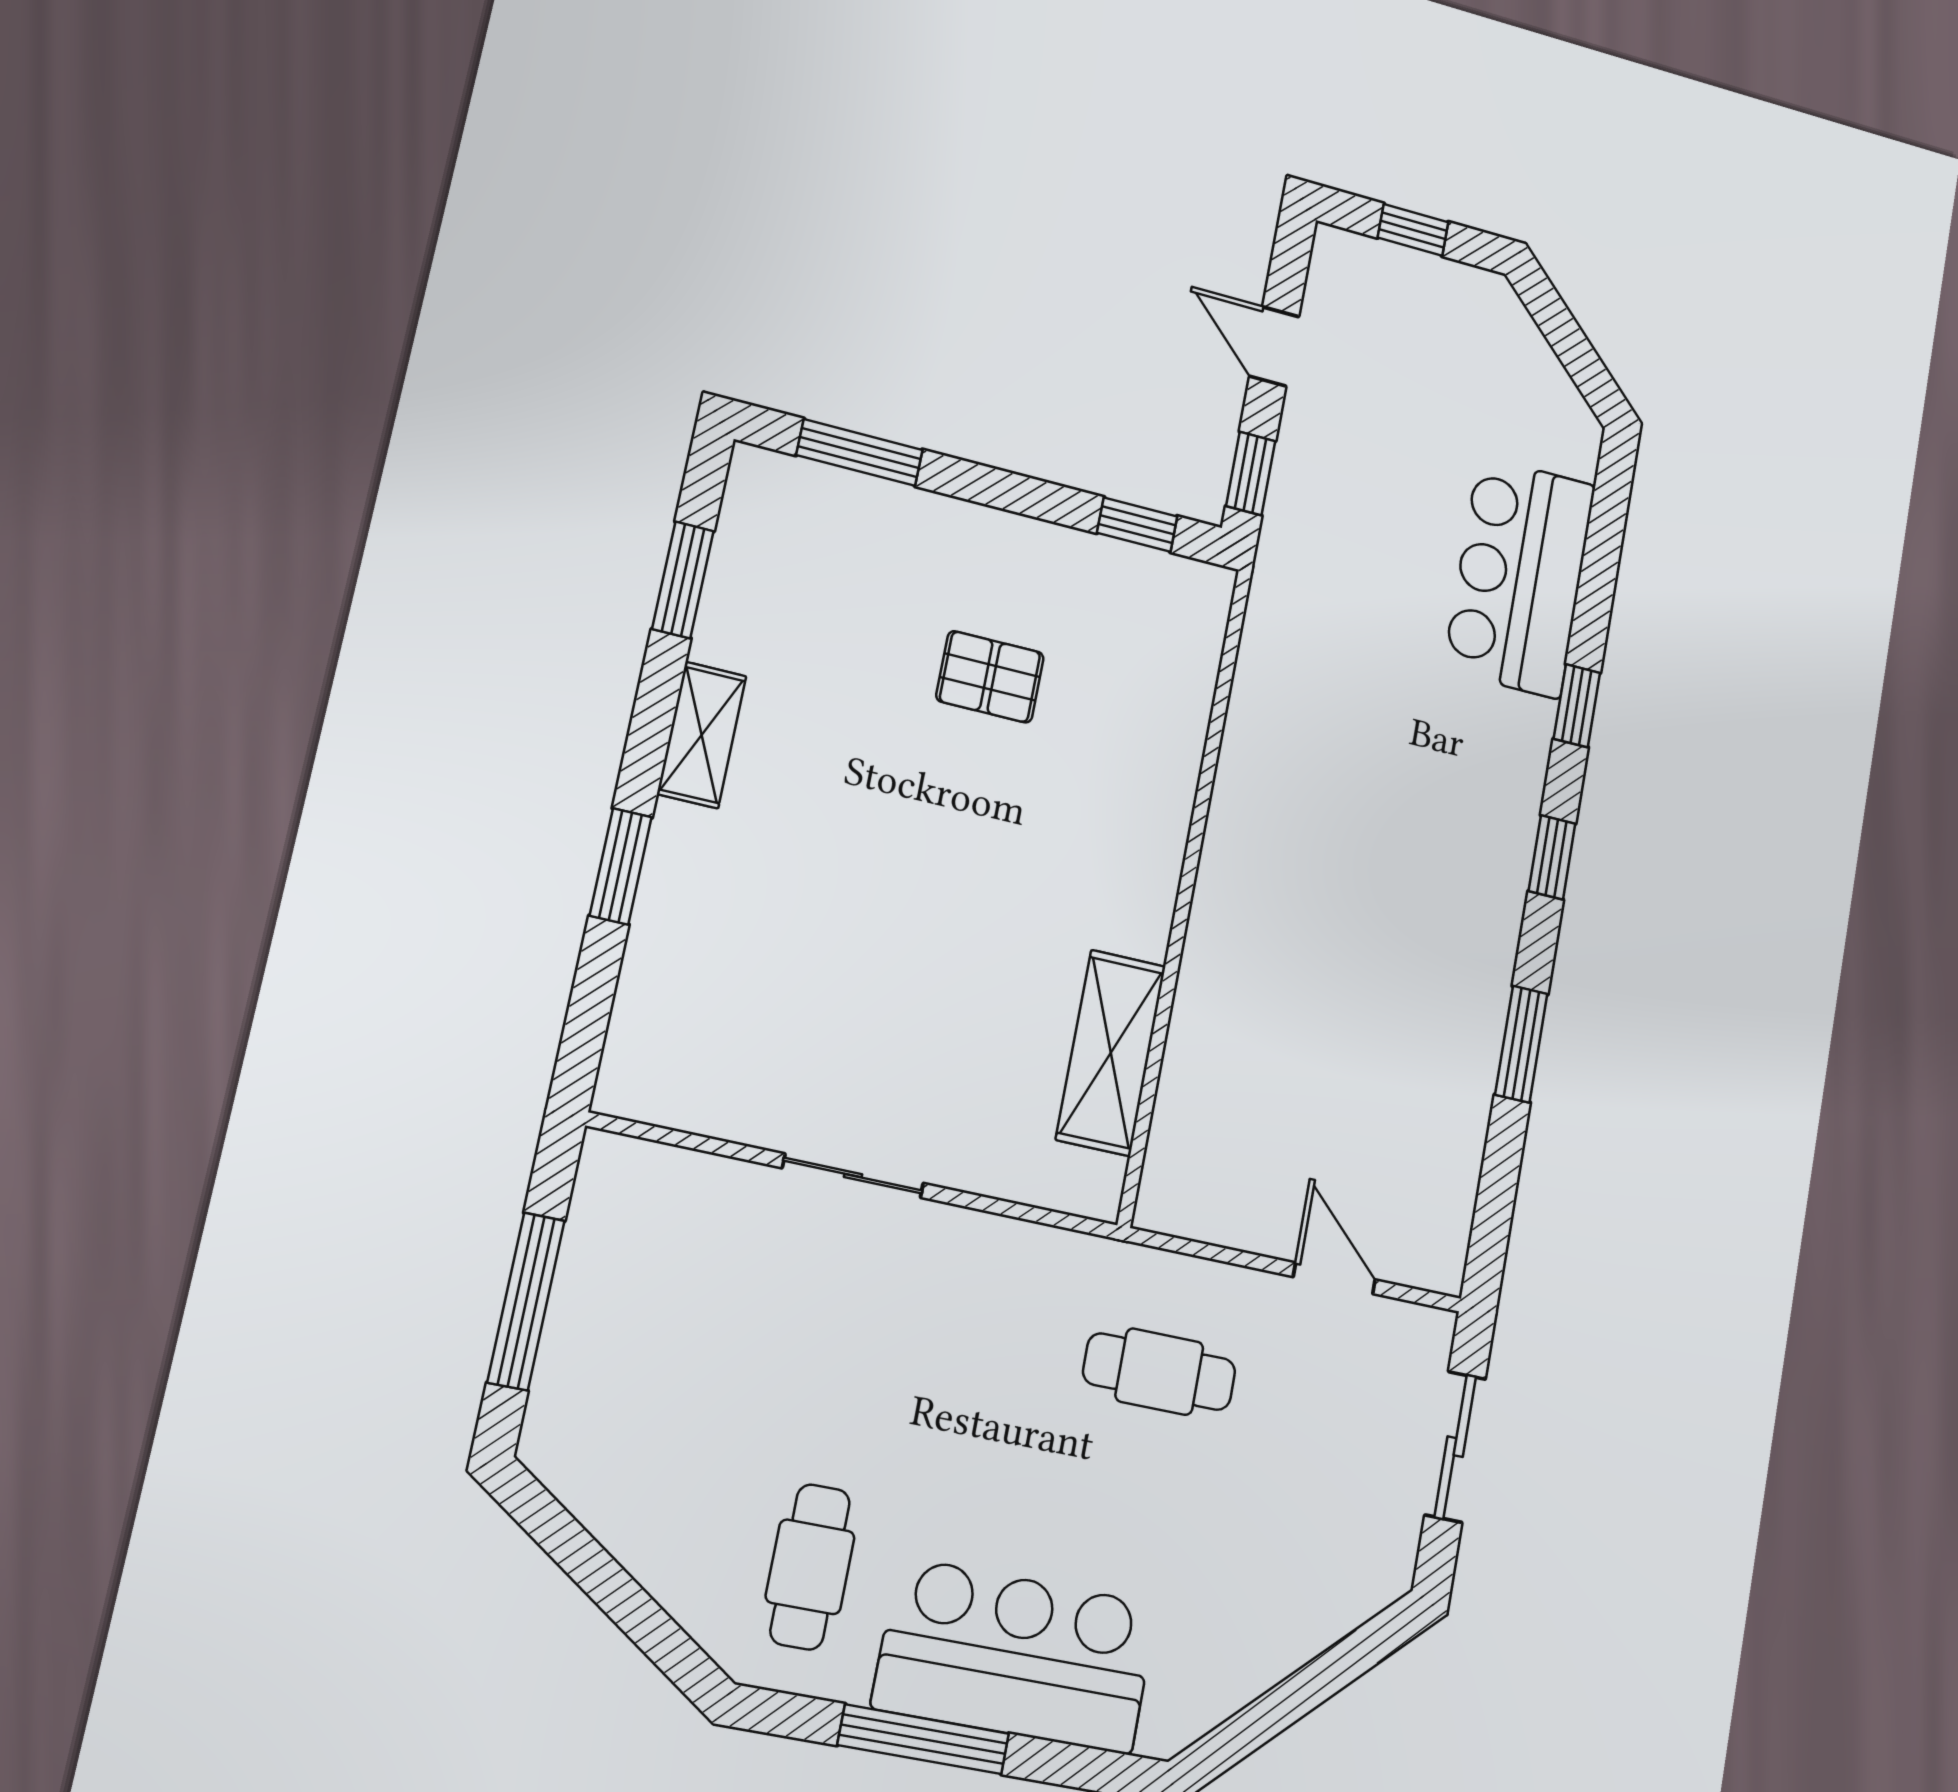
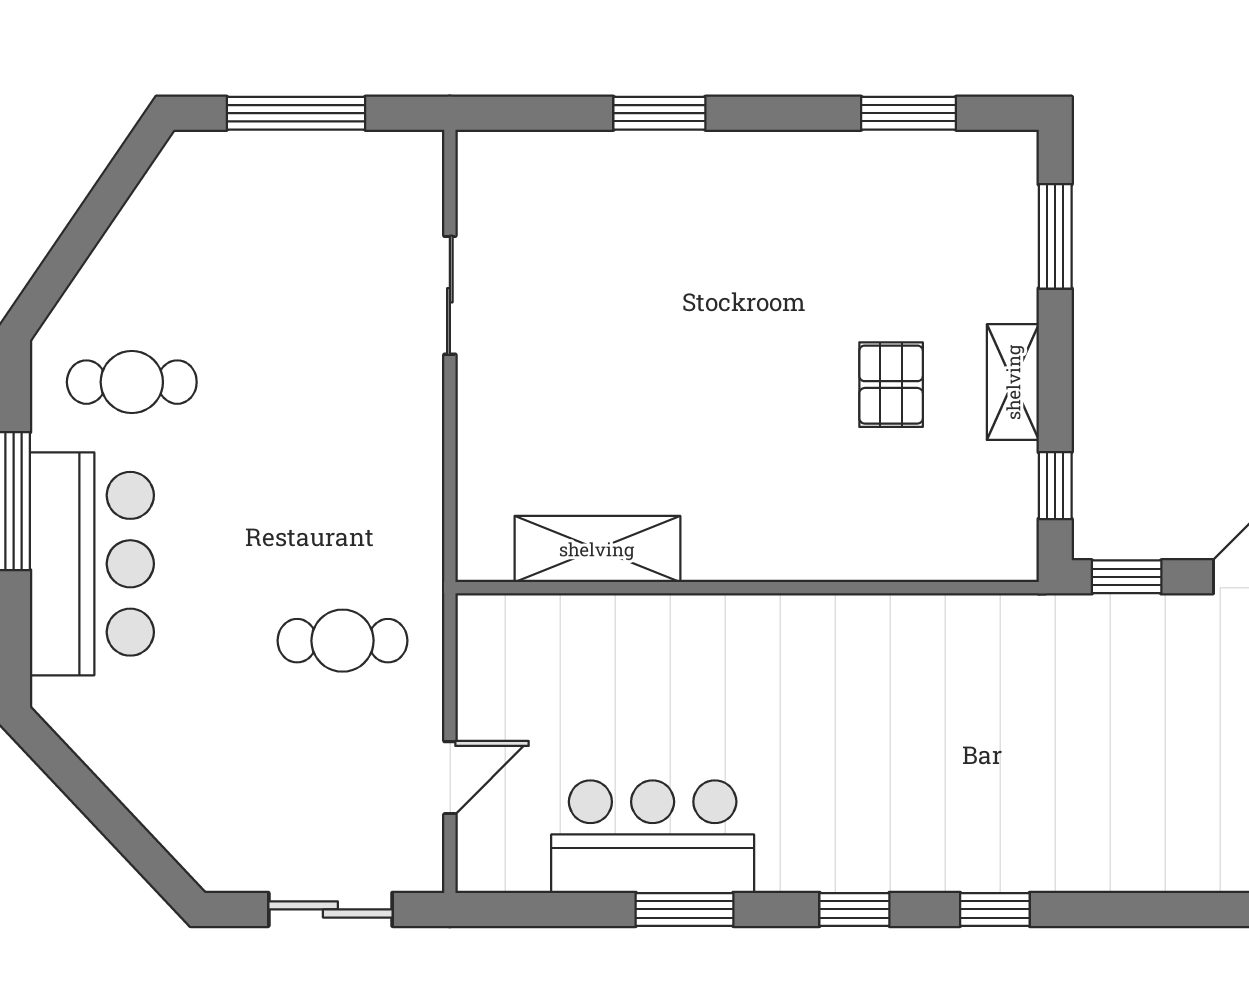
bar counter: (1520, 577) -> (653, 837), moved
shelving: (702, 735) -> (1013, 382), moved, turned 90
sliding door: (853, 1176) -> (450, 295), moved
cafe table: (1159, 1372) -> (342, 641), turned 90

